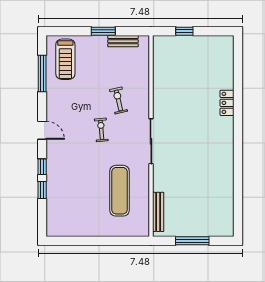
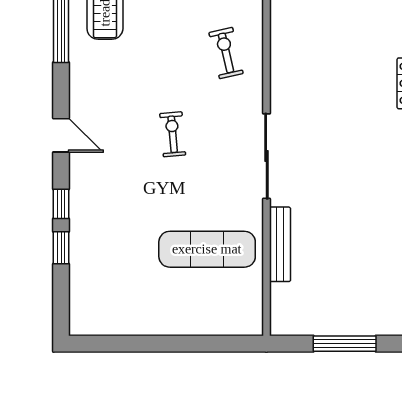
exercise bike: (118, 100) -> (226, 53), moved
exercise mat: (119, 191) -> (207, 249), turned 90
bench: (158, 212) -> (280, 244), moved

